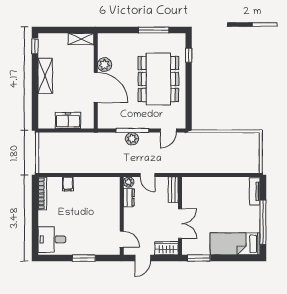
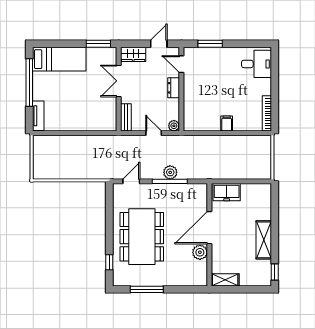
door: (96, 87) -> (209, 228), hinge flipped
freezer: (68, 120) -> (227, 192), moved
filing cabinet: (68, 184) -> (227, 124), moved
dresser: (129, 198) -> (174, 88), moved
window: (84, 258) -> (210, 44), moved

